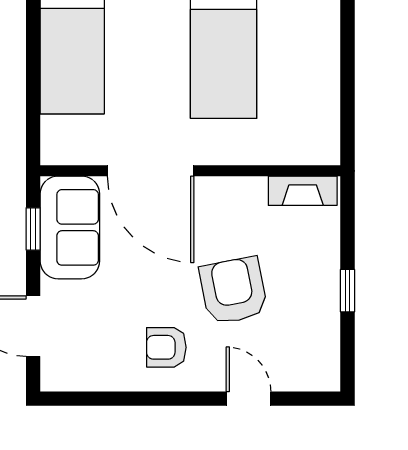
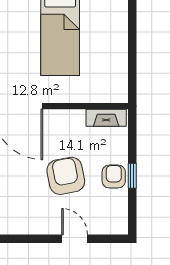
armchair: (166, 347) -> (114, 176), moved, turned 90

